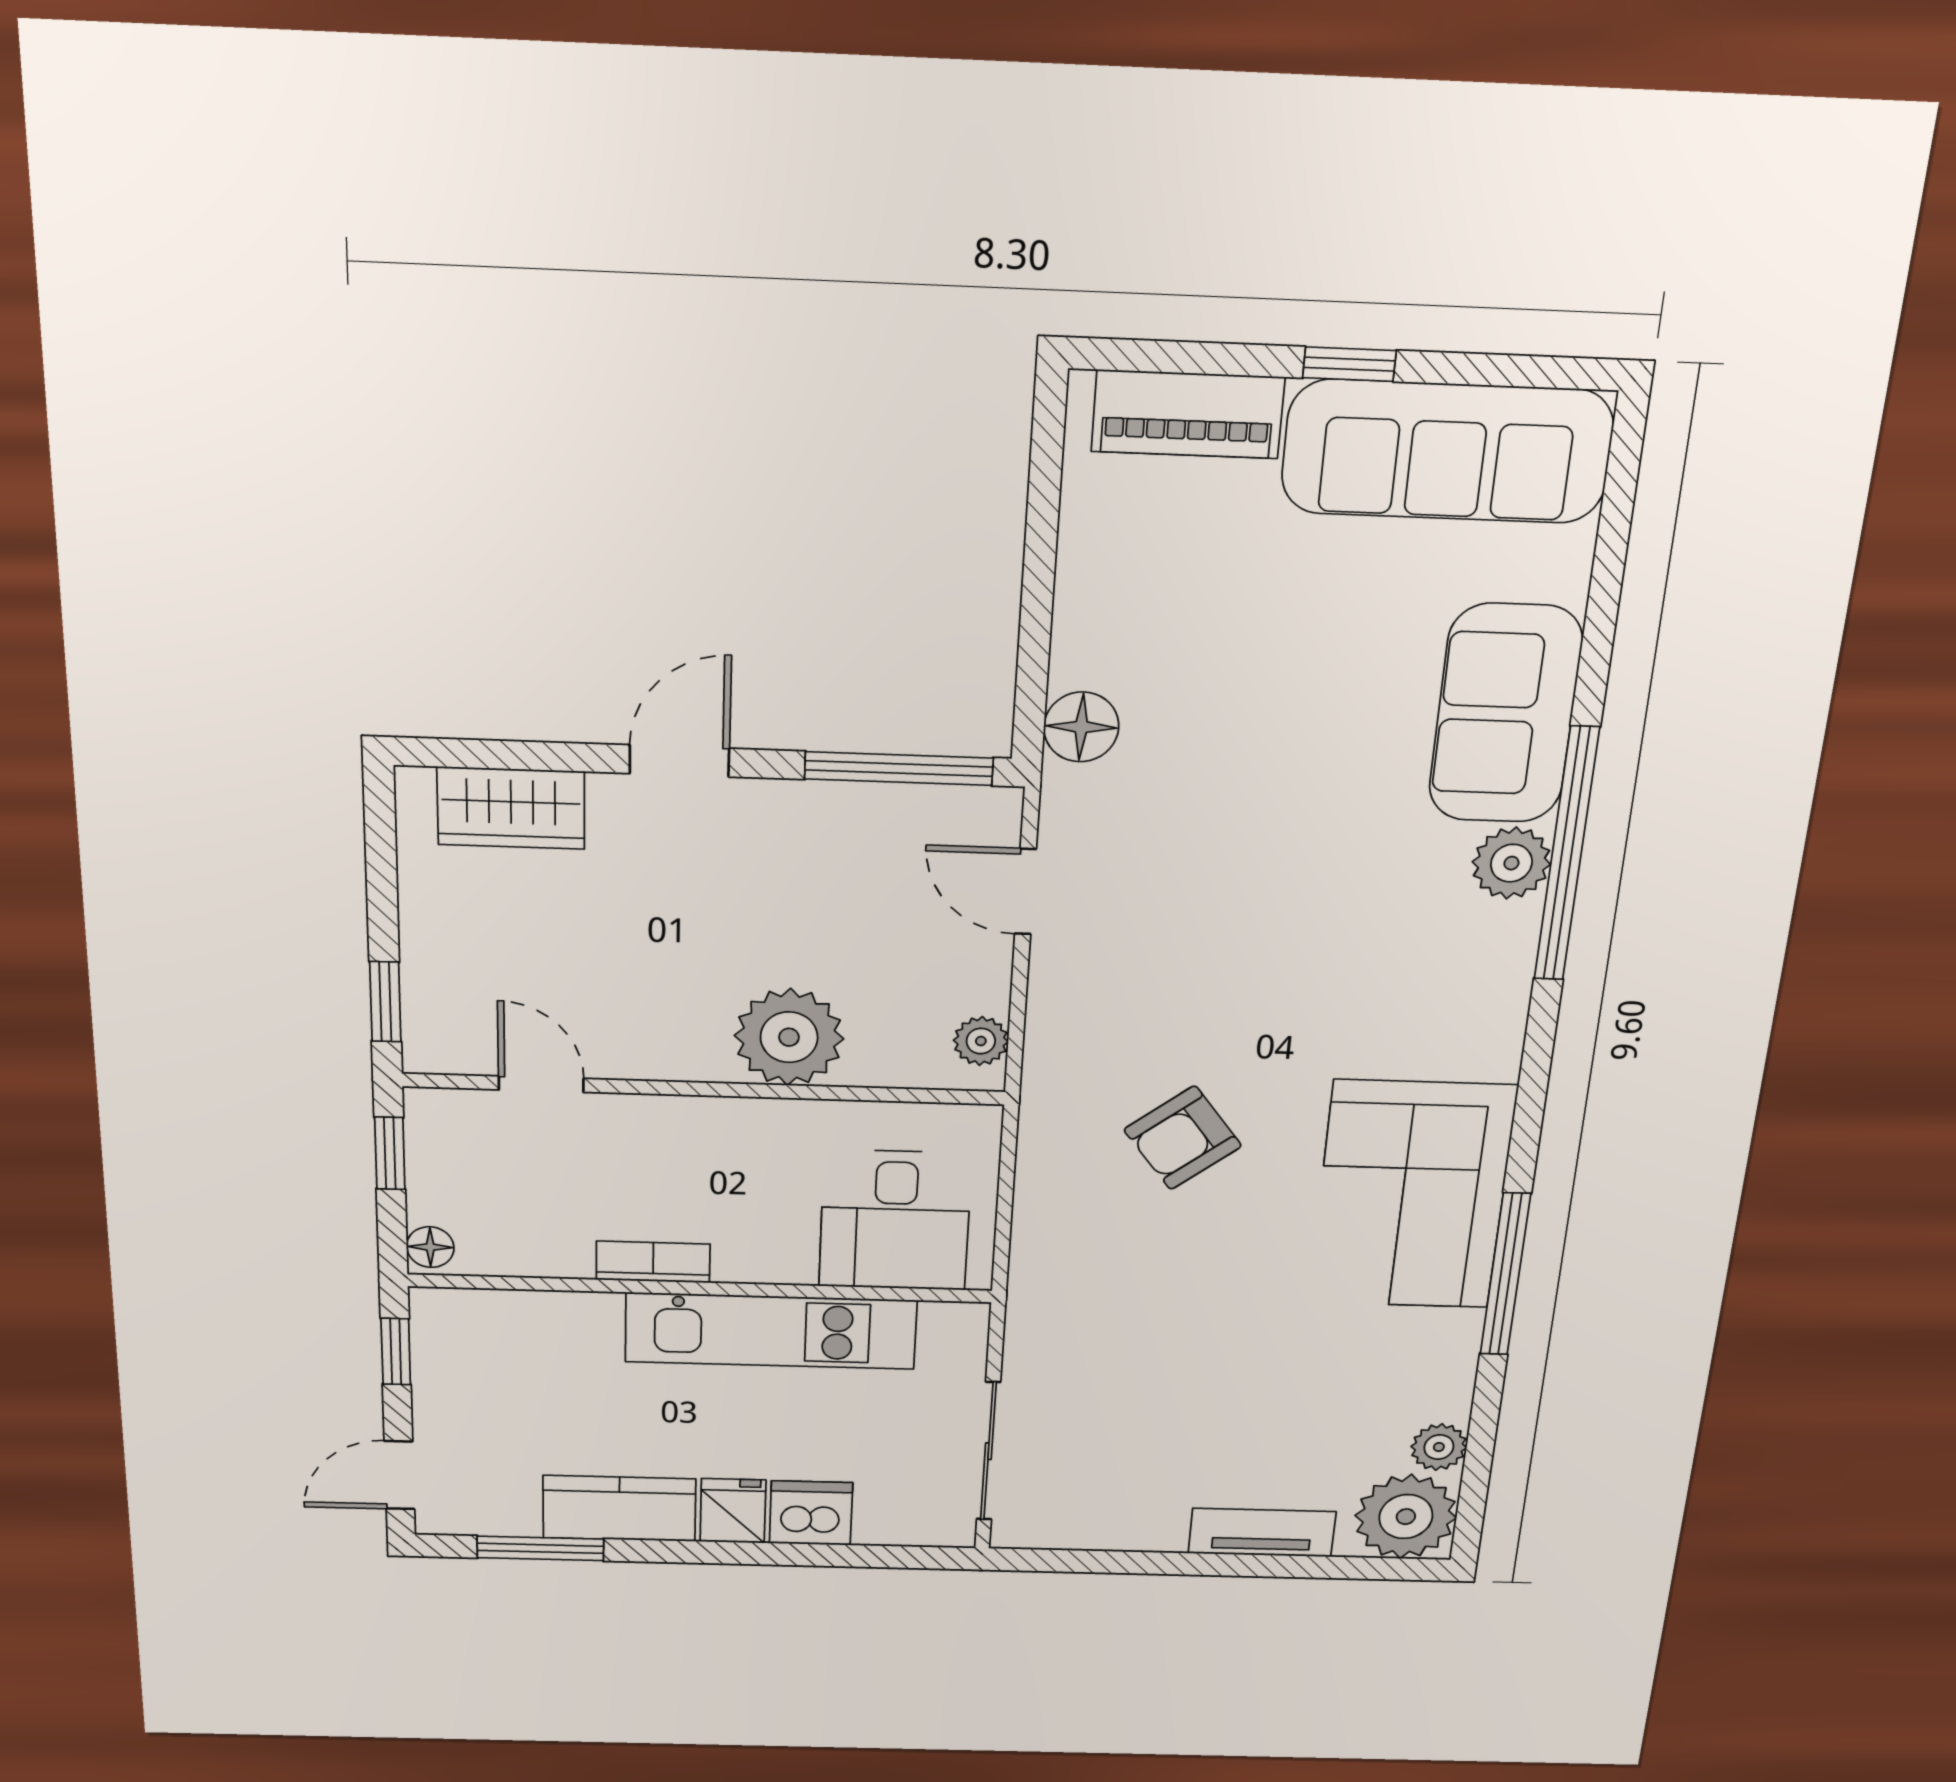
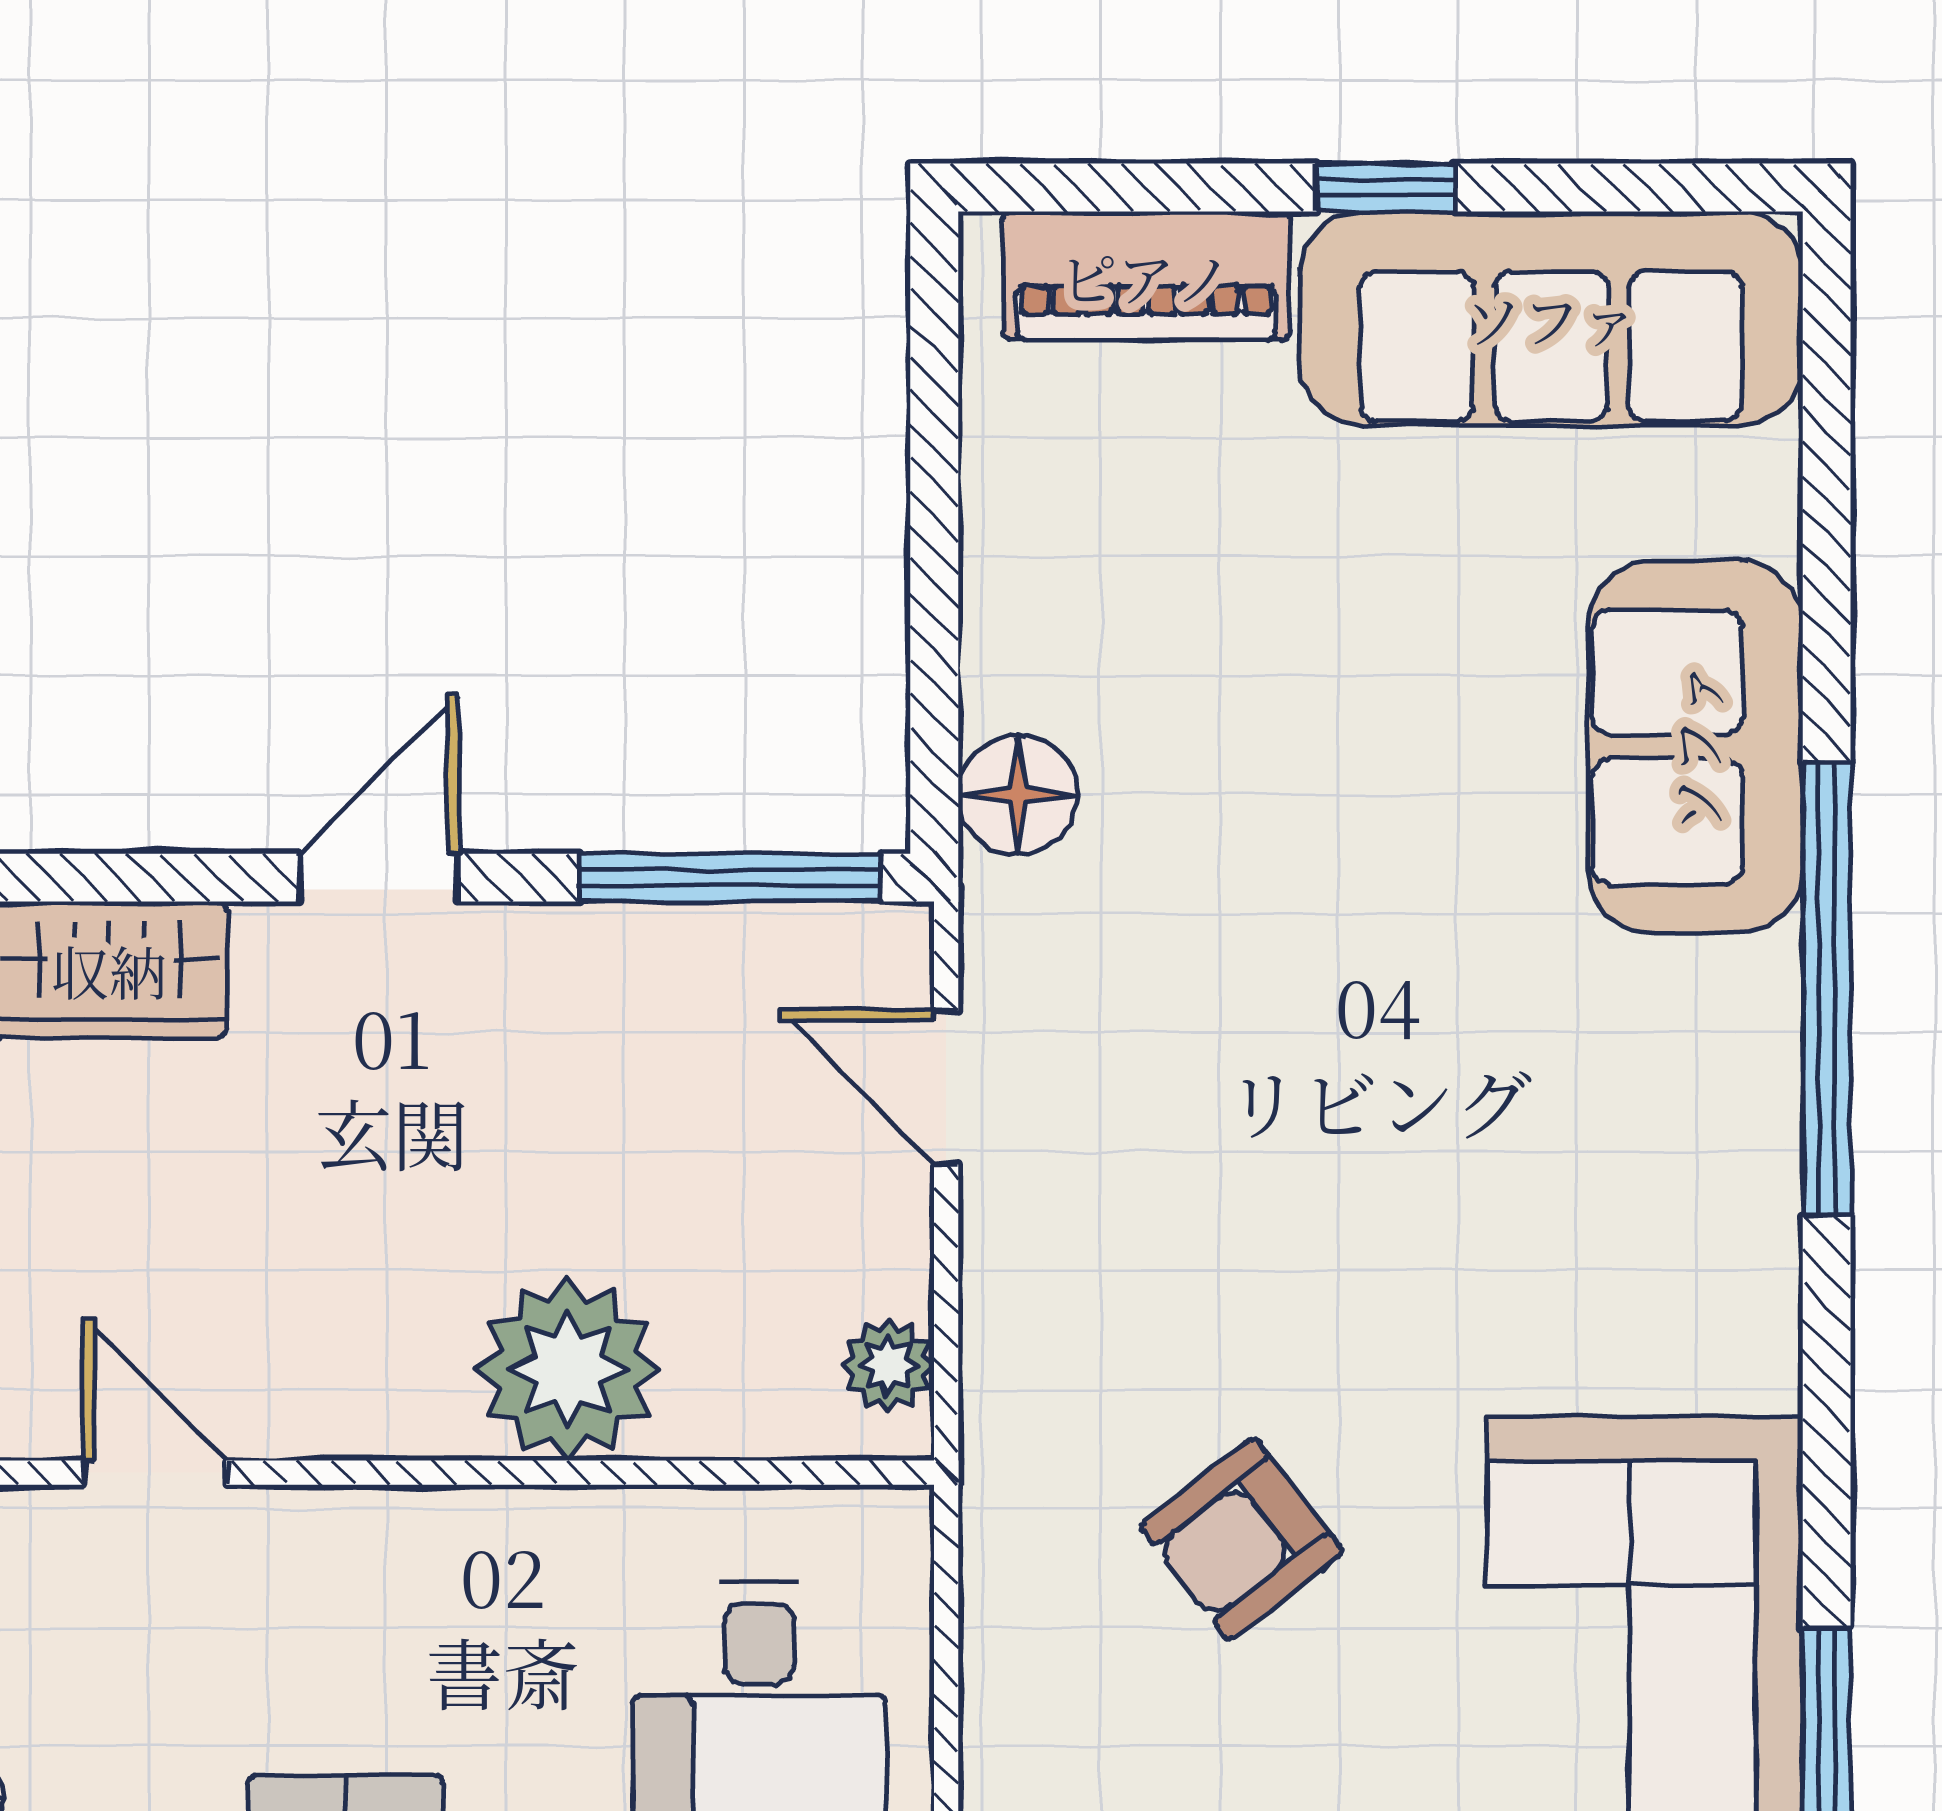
plant: (1511, 863) -> (1738, 1007), removed

